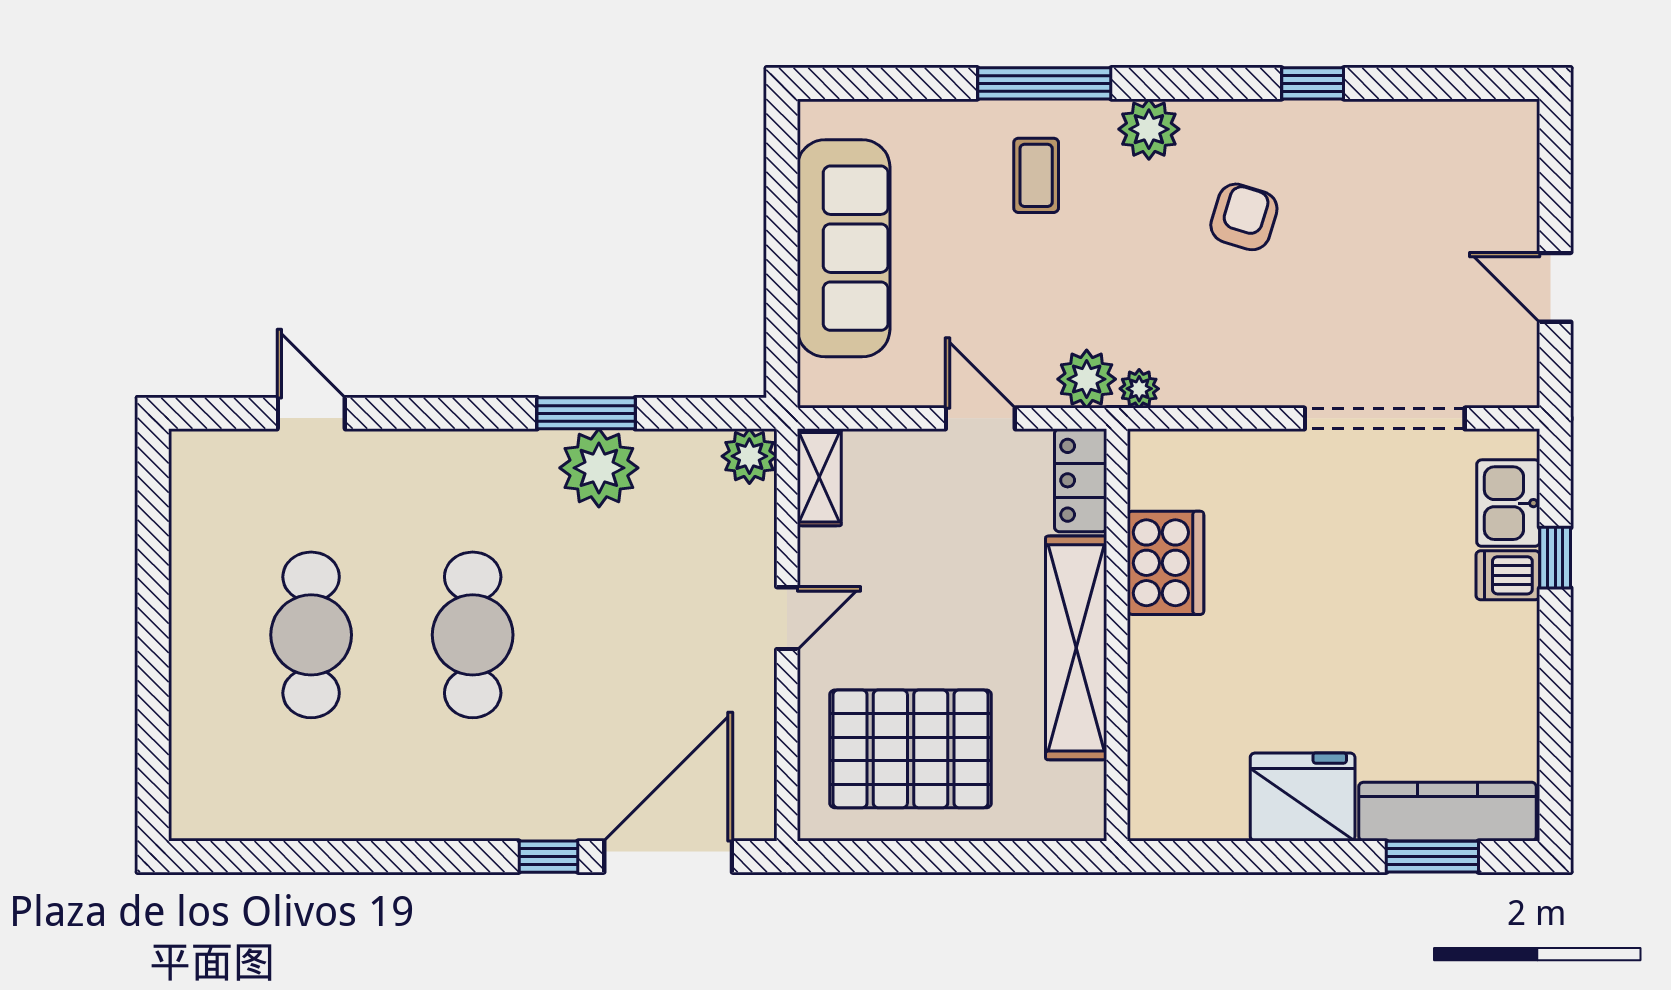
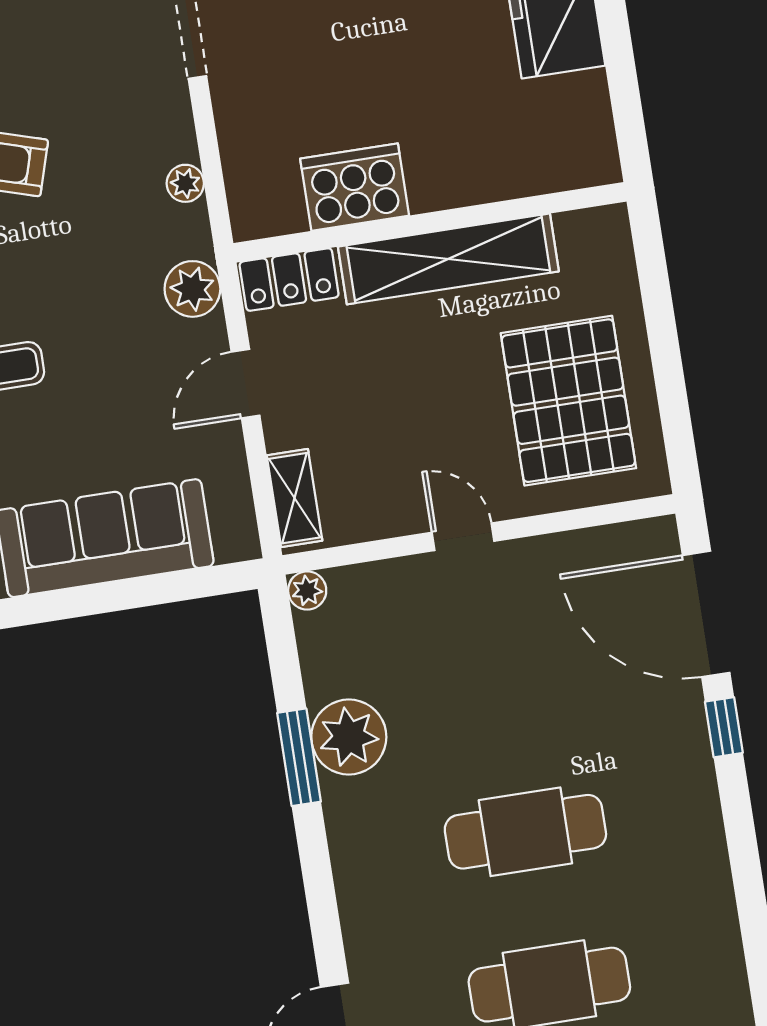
plant: (1139, 389) -> (185, 183), moved
plant: (749, 456) -> (307, 590), width x0.73, depth x0.73
shelving: (819, 477) -> (295, 498), moved, turned 90

